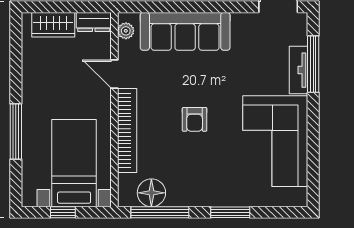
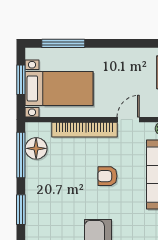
armchair: (195, 119) -> (107, 176), moved
window: (16, 131) -> (63, 43), moved
window: (63, 212) -> (21, 80), width x1.50

